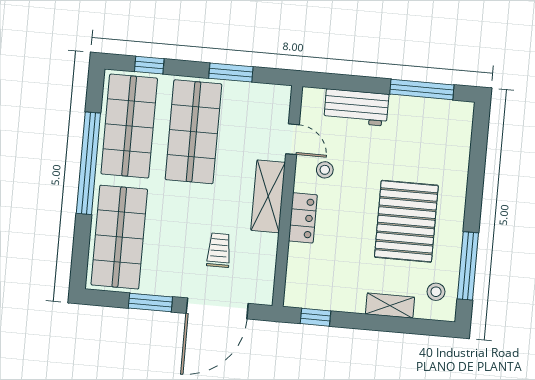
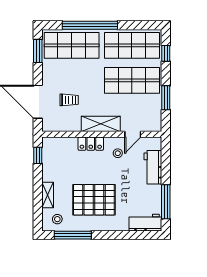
workbench: (457, 130) -> (145, 223), added
window: (88, 163) -> (90, 25), moved
window: (150, 303) -> (38, 51), moved

